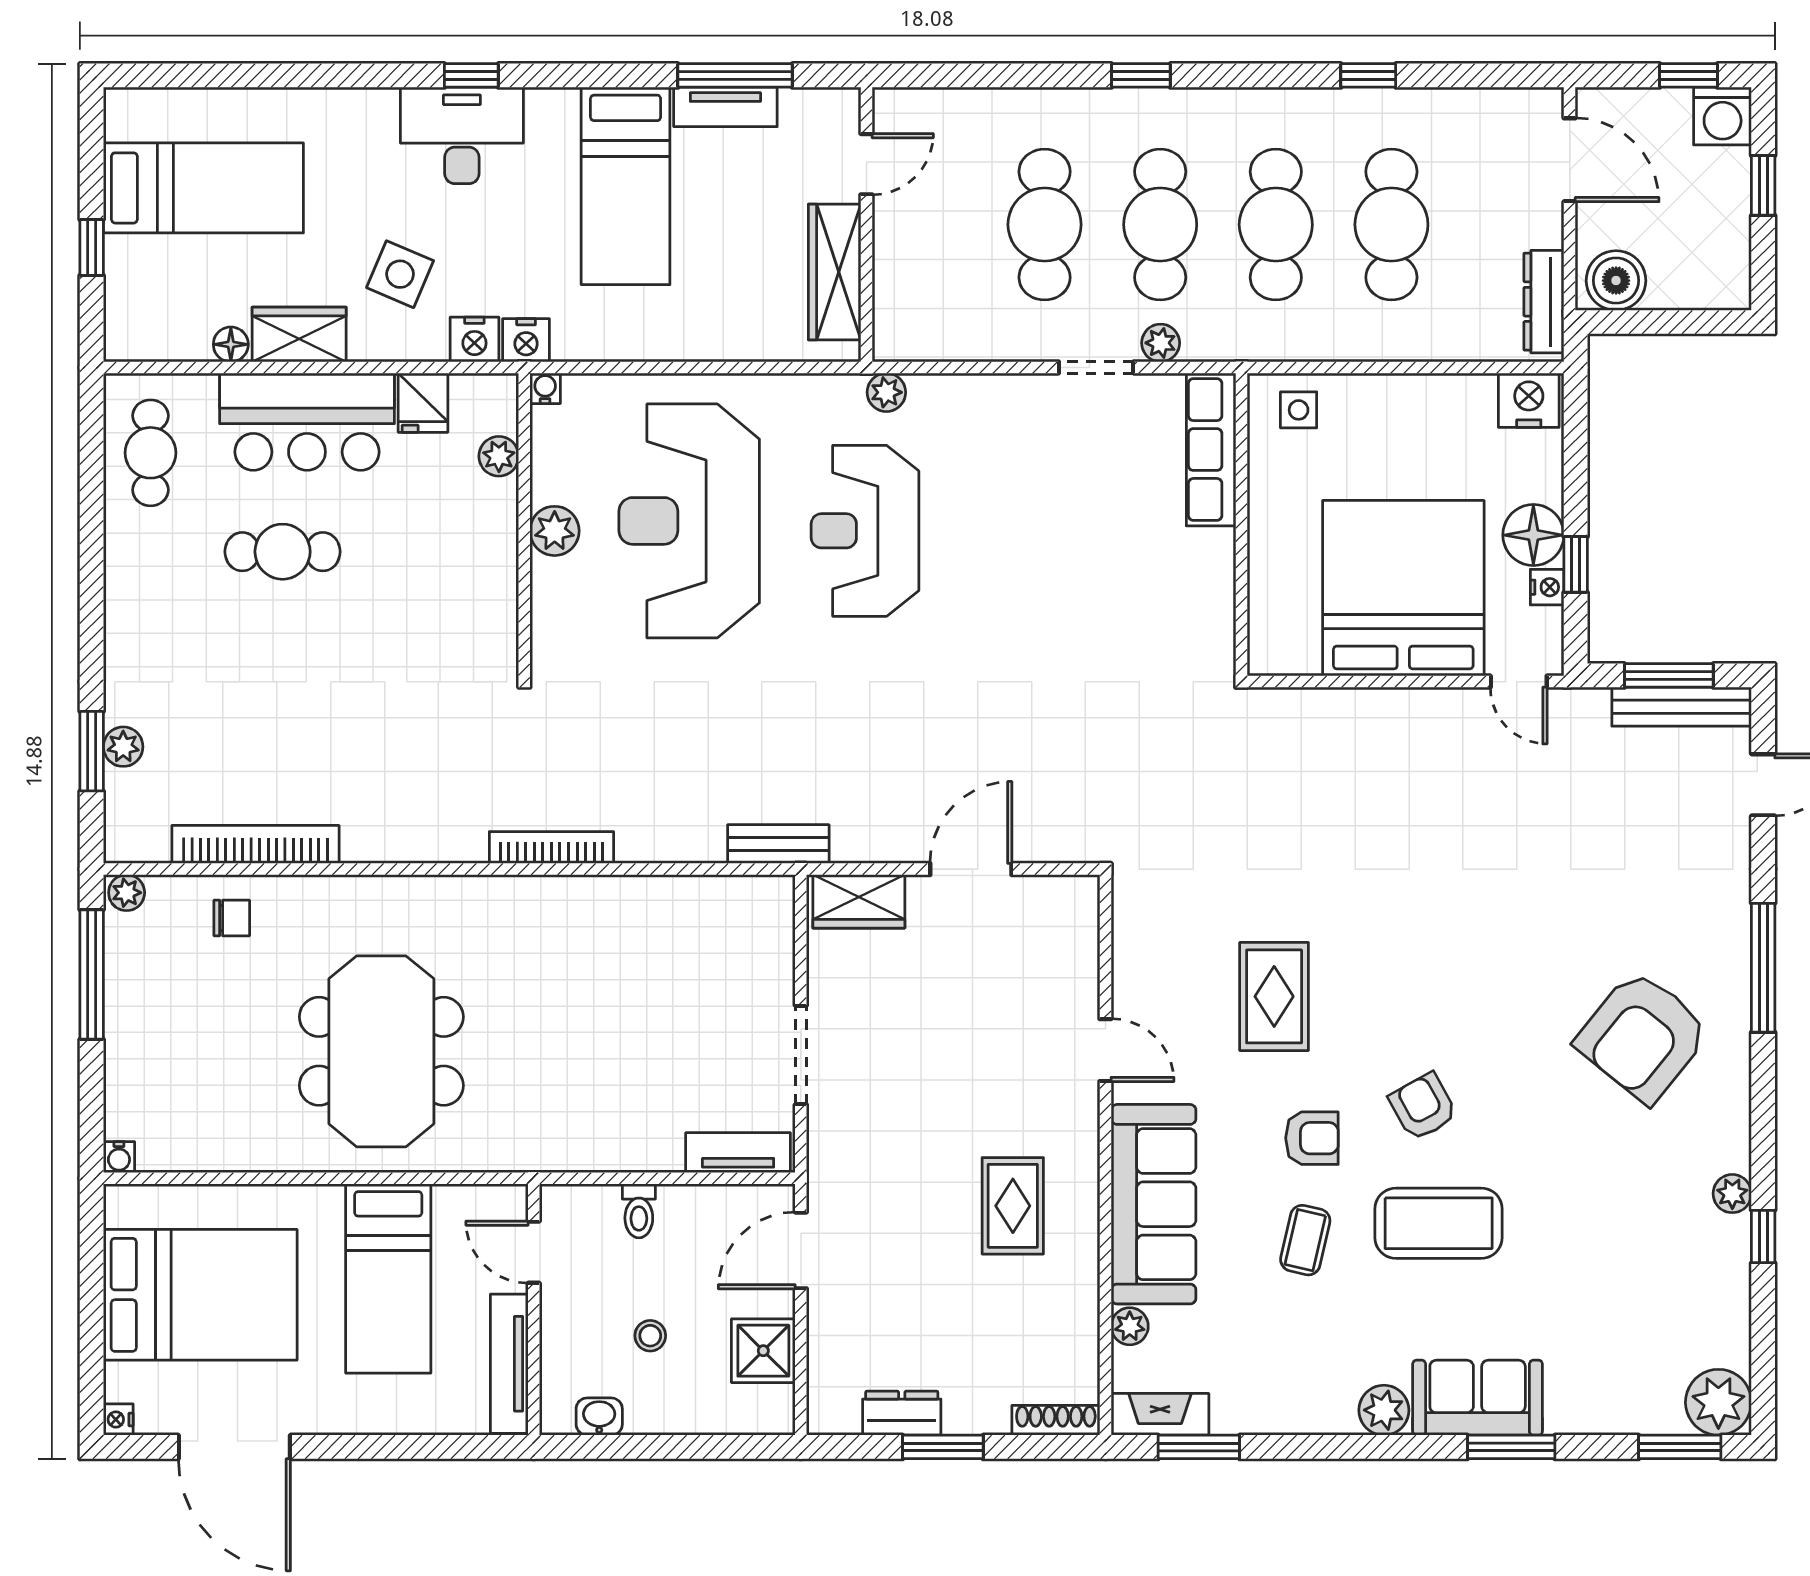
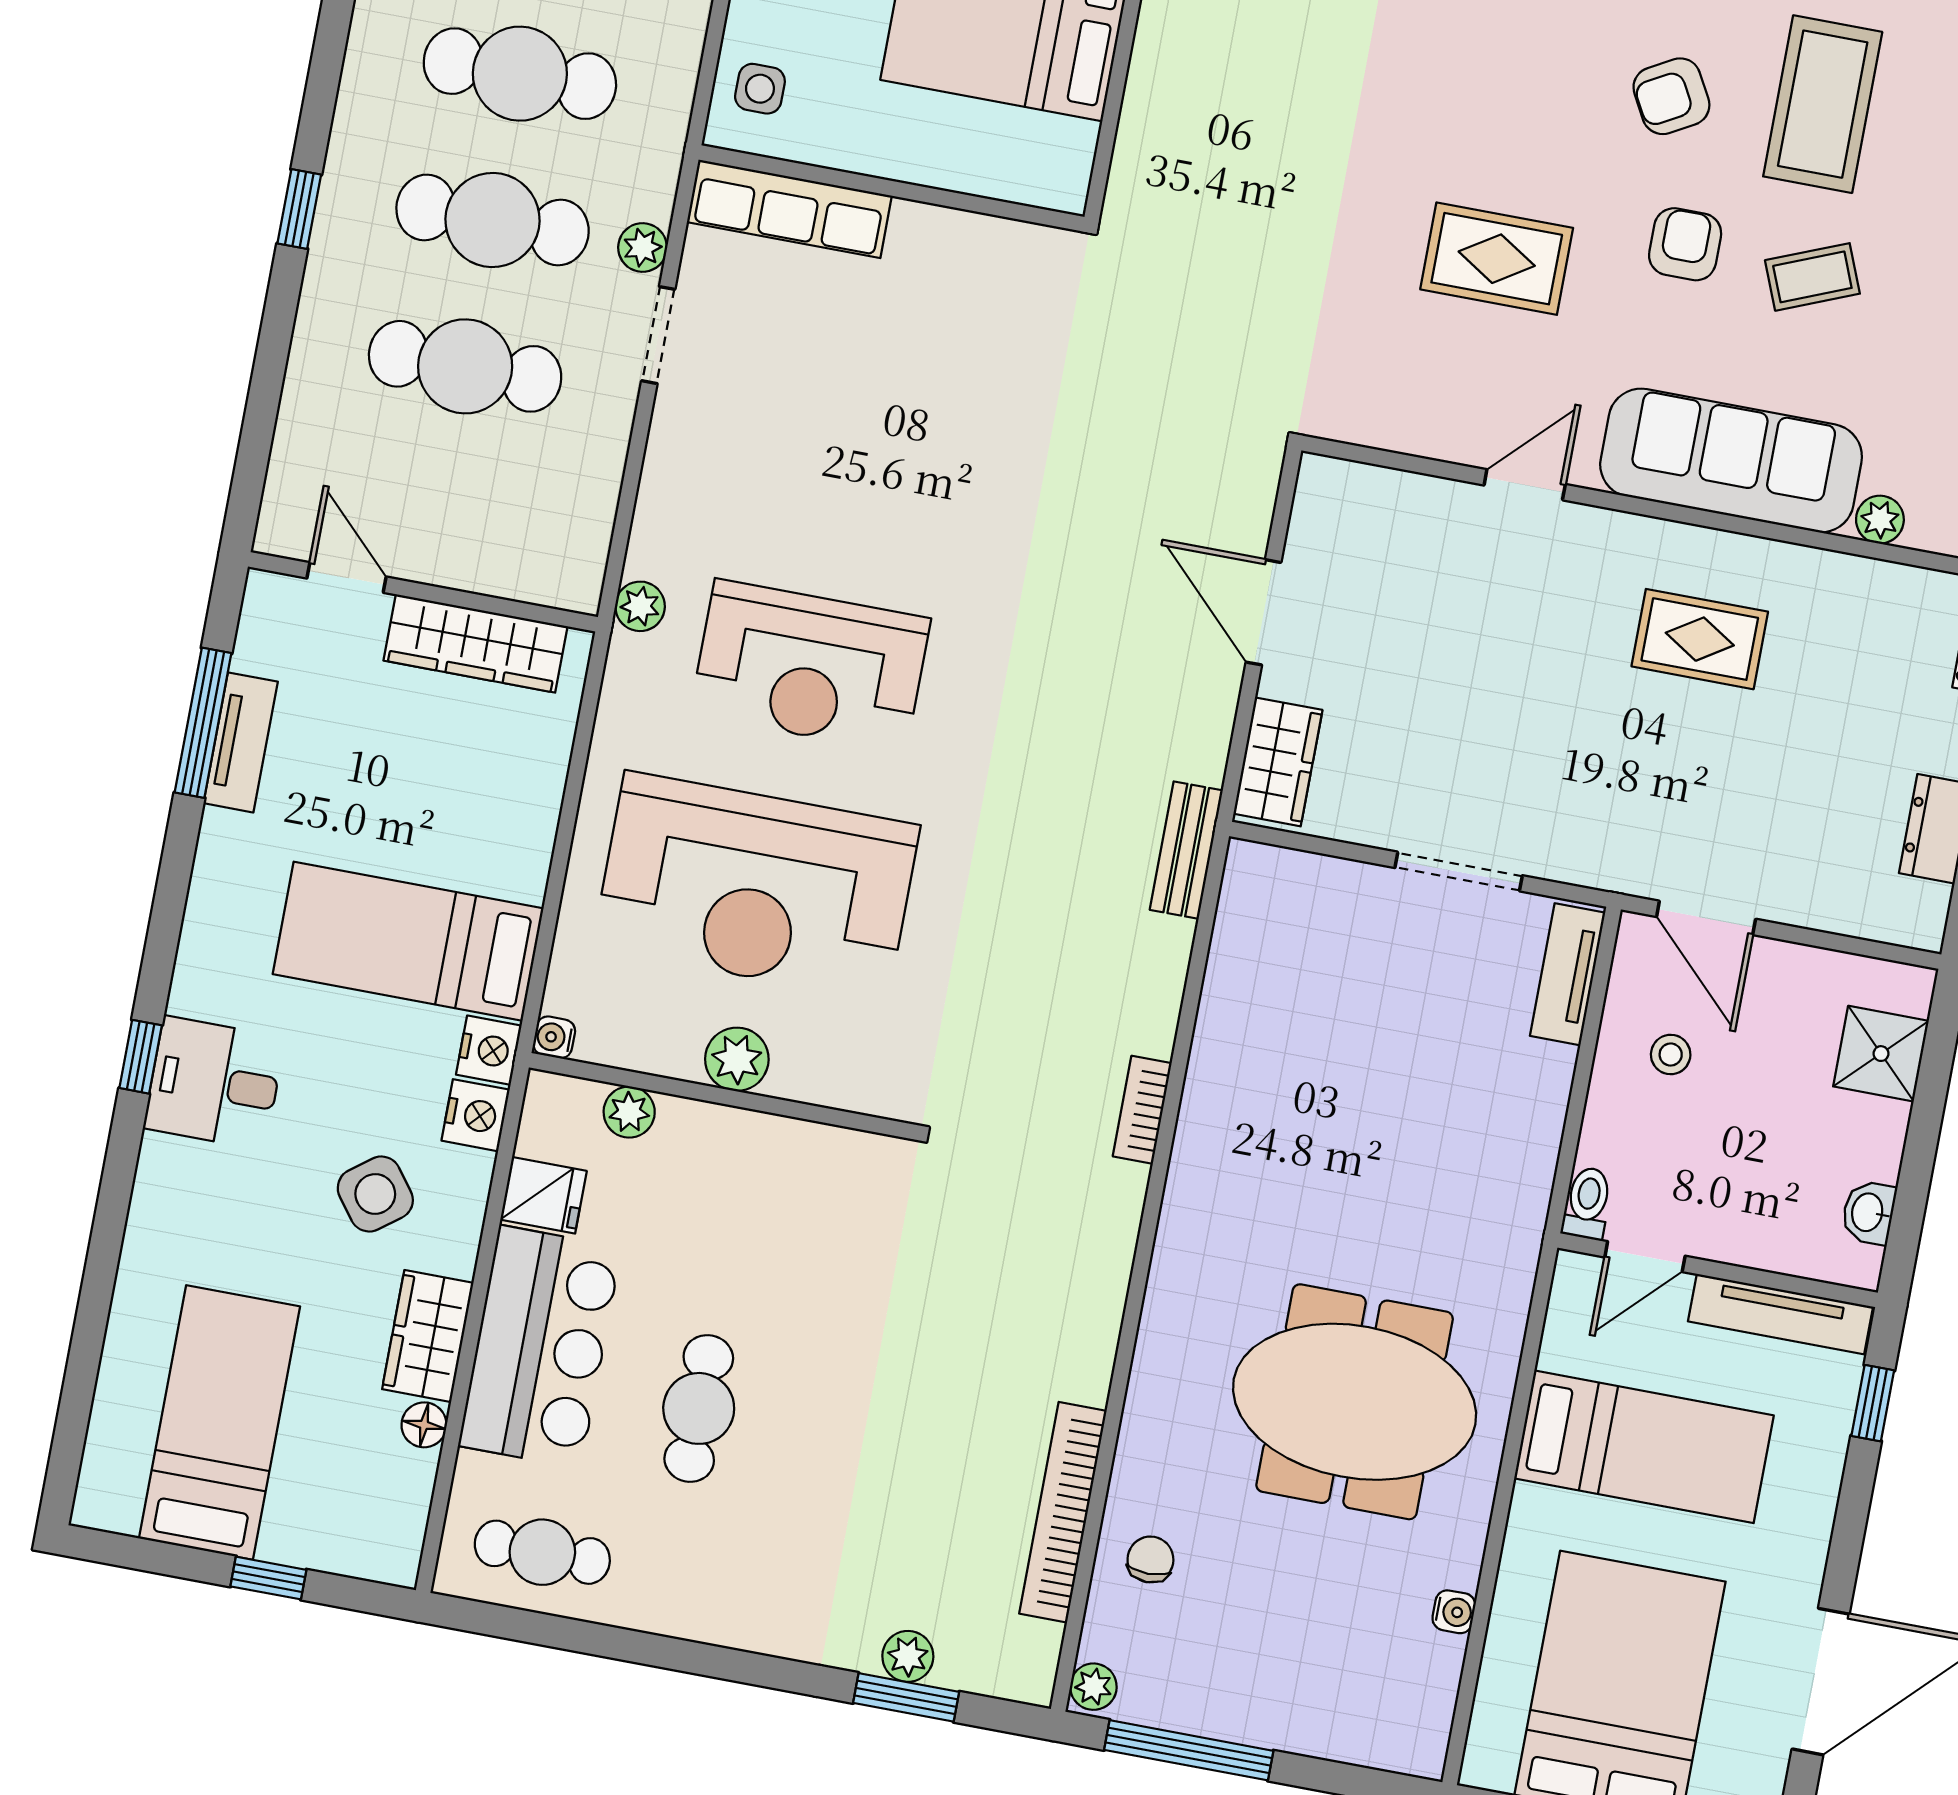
desk: (462, 135) -> (214, 1083), width x0.73
bed: (626, 186) -> (408, 941), moved, turned 180
side table: (400, 274) -> (375, 1194), turned 30
bookcase: (551, 847) -> (1142, 1110), width x0.64
water cooler: (119, 1157) -> (1454, 1612), moved
toilet: (639, 1211) -> (1587, 1203), moved, turned -90
coffee table: (1305, 1240) -> (1812, 277), turned -35
stool: (650, 1336) -> (1671, 1055), moved
shower: (763, 1351) -> (1881, 1054), moved
window: (454, 1447) -> (1873, 1403), added

